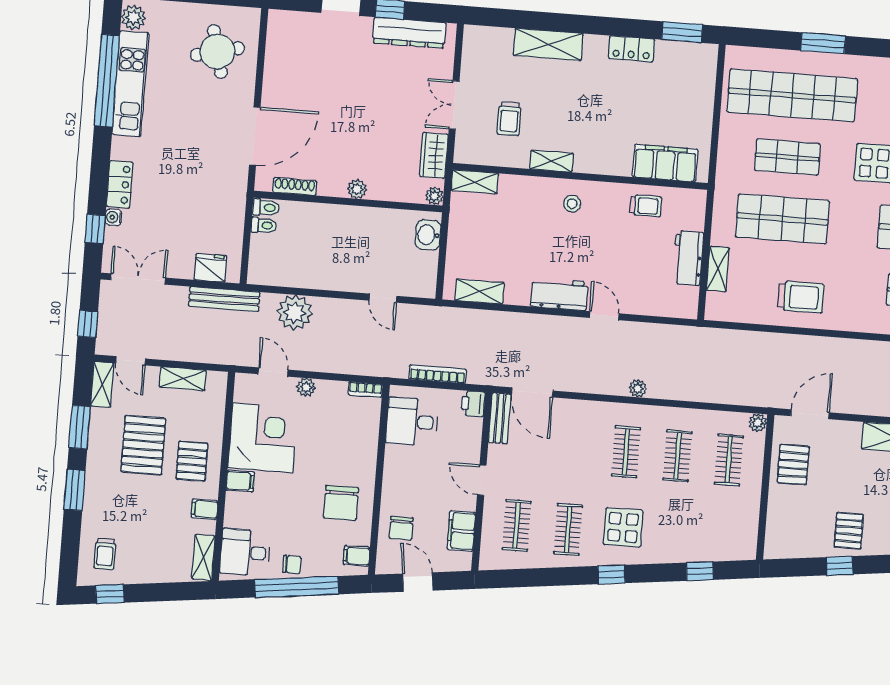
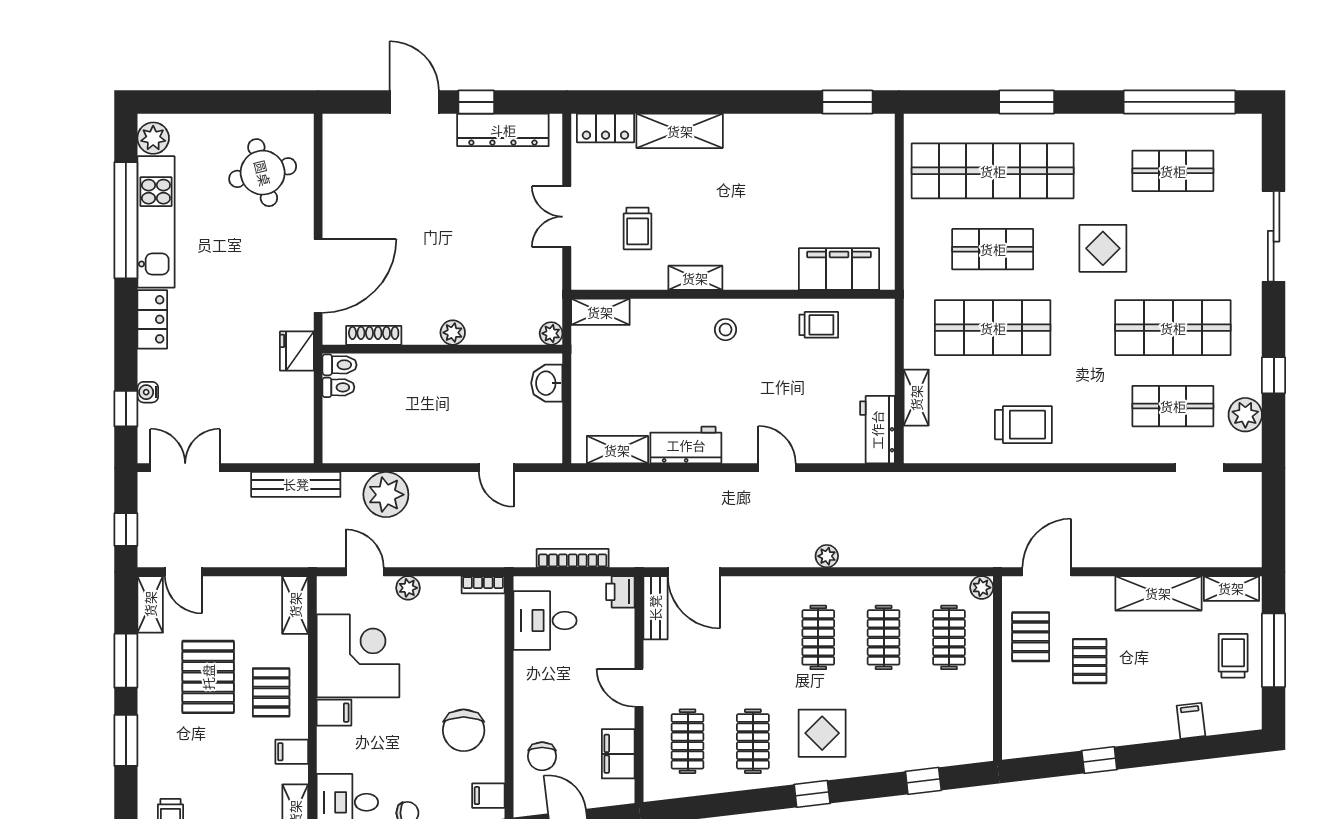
locker: (632, 49) -> (605, 128), moved
wardrobe: (434, 155) -> (546, 282), removed
locker: (120, 184) -> (152, 319), moved
workbench: (688, 258) -> (877, 430), moved
fridge: (210, 268) -> (297, 351), moved, turned -90
workbench: (559, 294) -> (686, 445), moved
shelving: (183, 379) -> (295, 605), moved, turned 90
pallet: (849, 531) -> (1090, 661), moved

